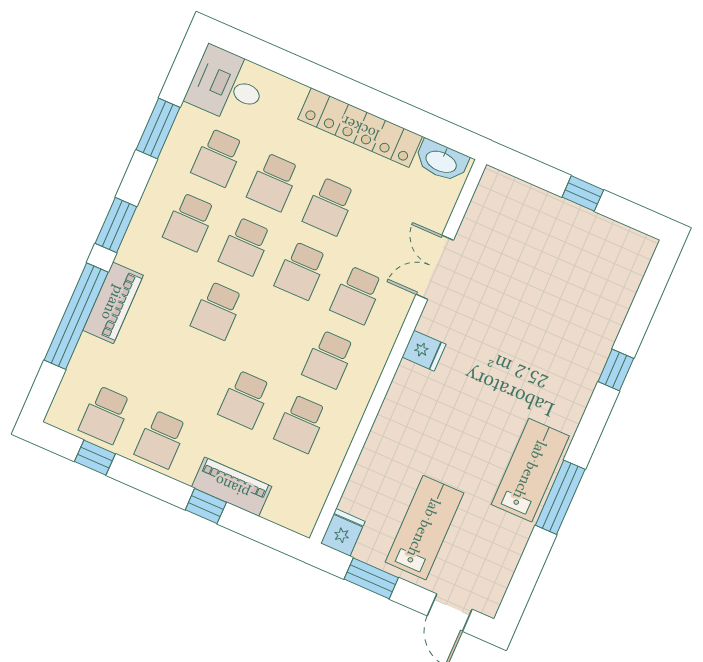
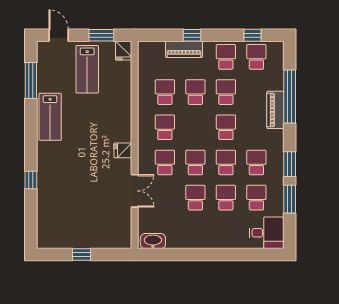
locker: (360, 128) -> (197, 240), removed
window: (116, 225) -> (290, 164), moved
school desk: (189, 375) -> (226, 92), added
window: (560, 497) -> (31, 80), moved

